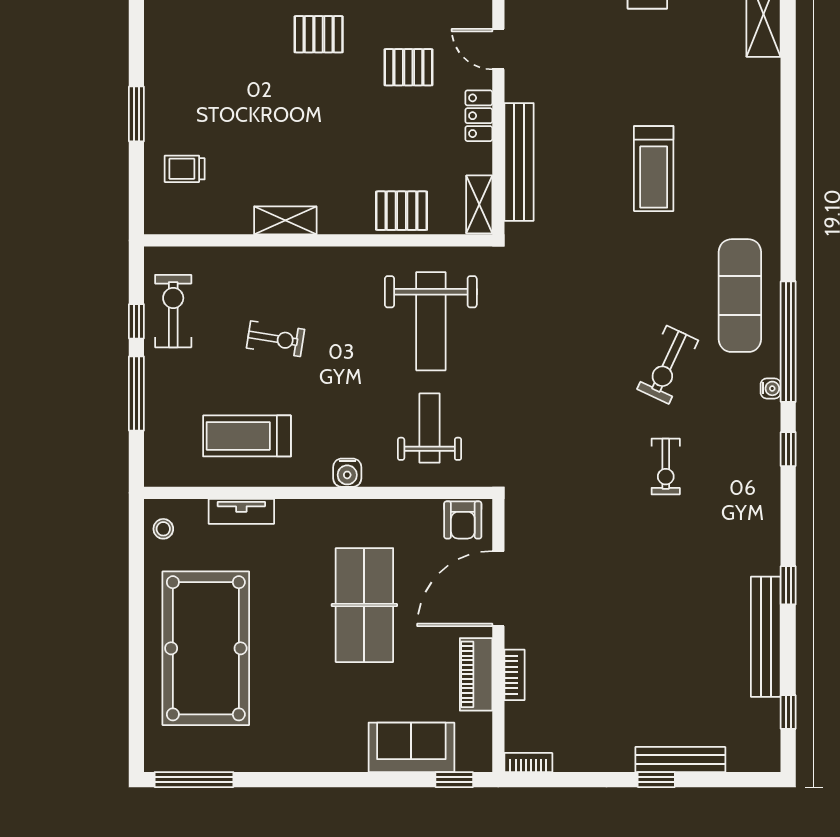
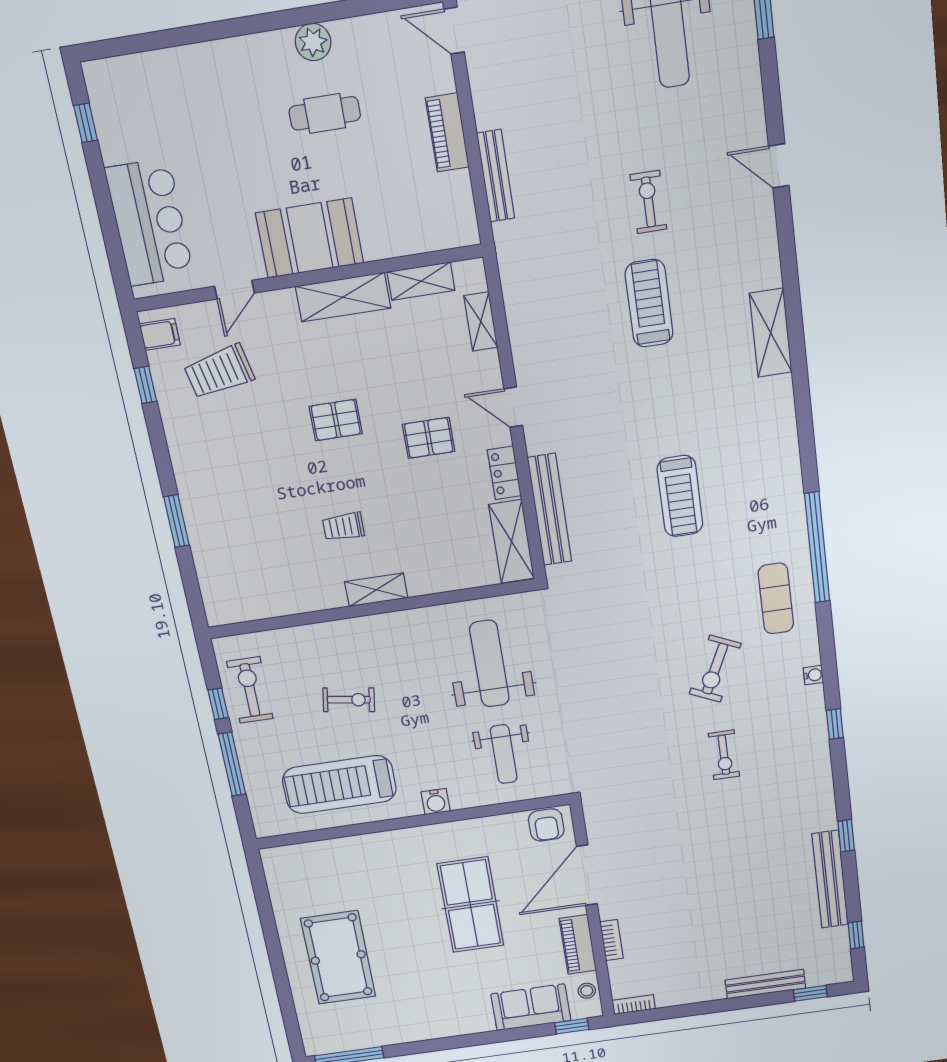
trolley: (185, 169) -> (343, 527), moved
shelving: (479, 204) -> (512, 541), width x1.50, depth x1.33
pallet: (402, 211) -> (445, 571), removed
shelving: (285, 220) -> (376, 590), moved
exercise mat: (740, 296) -> (776, 599), width x0.73, depth x0.69
weight bench: (431, 321) -> (489, 664), turned 180
window: (788, 342) -> (817, 548), moved
weight bench: (430, 428) -> (504, 754), turned 180
treadmill: (247, 436) -> (339, 785), width x1.37, depth x1.38
tv unit: (241, 511) -> (347, 846), removed
stool: (163, 529) -> (587, 991), moved
pool table: (206, 648) -> (338, 958), width x0.73, depth x0.76
window: (656, 780) -> (810, 993), moved

